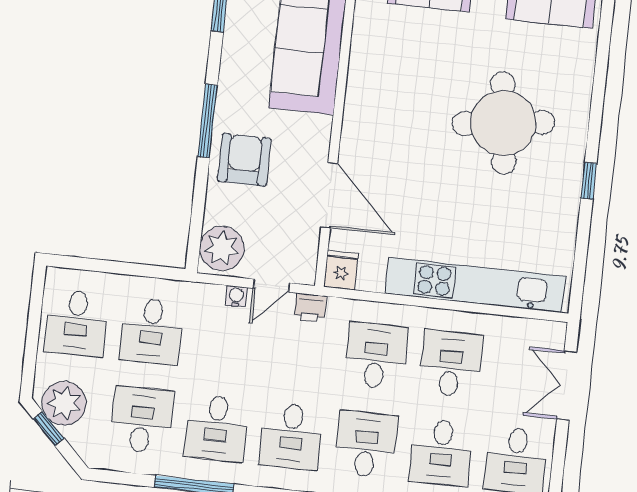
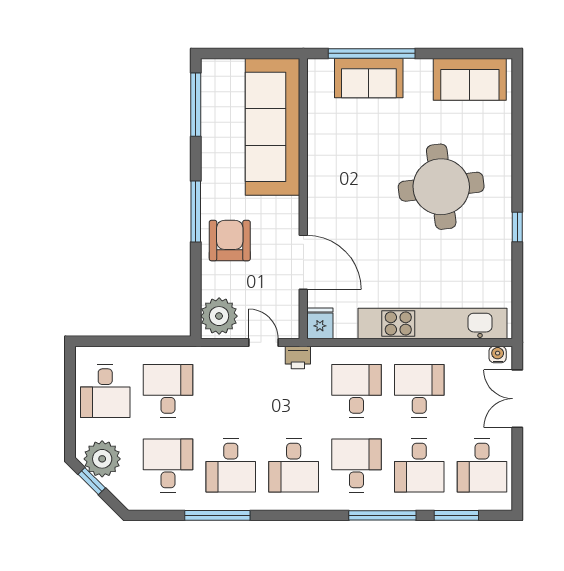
door: (271, 286) -> (263, 342), swing flipped
water cooler: (236, 296) -> (498, 355), moved
desk: (151, 331) -> (168, 391), turned 180

